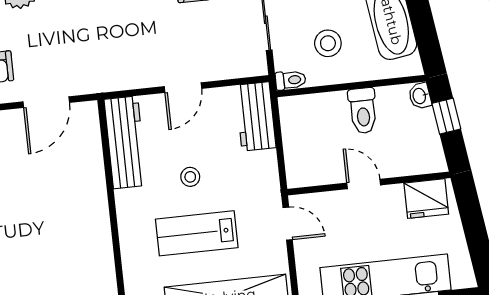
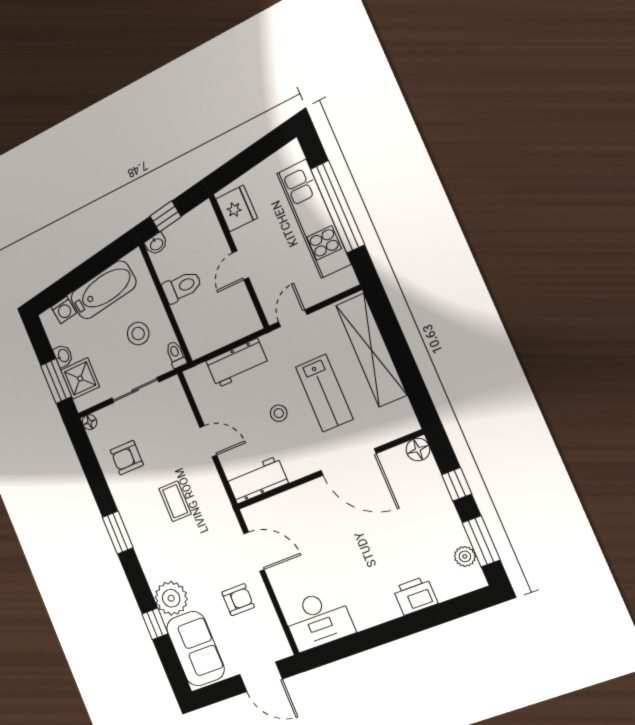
coffee table: (127, 28) -> (175, 501), added
workbench: (256, 116) -> (237, 363), moved
workbench: (126, 142) -> (257, 480), width x0.73
door: (115, 237) -> (348, 462), added

